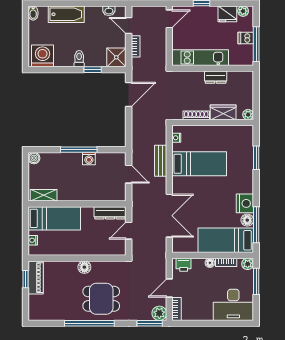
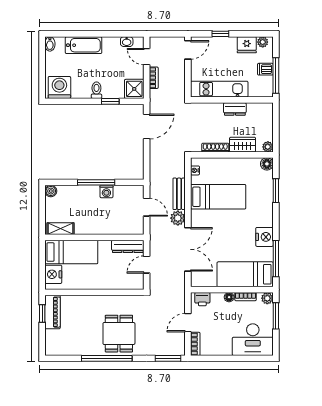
floor lamp: (247, 220) -> (267, 164), moved
nightstand: (33, 240) -> (53, 274), width x1.89, depth x1.79
floor lamp: (84, 267) -> (102, 302), removed
dining table: (101, 299) -> (119, 334), turned 90
plant: (159, 313) -> (178, 218), moved

